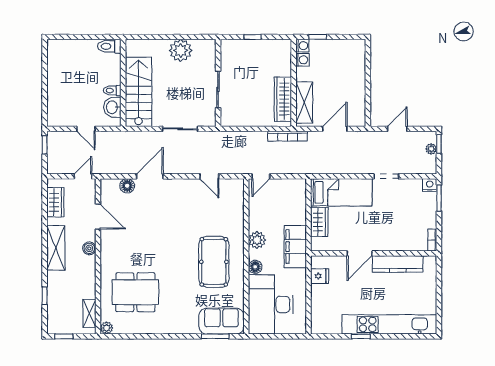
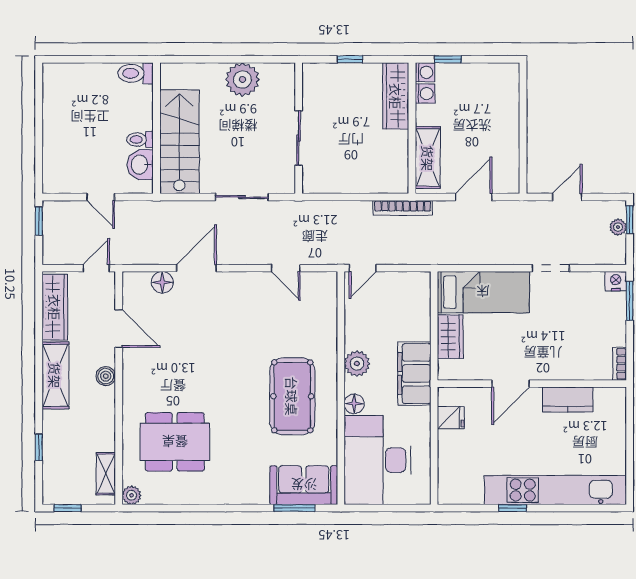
wardrobe: (283, 99) -> (396, 96), moved
wardrobe: (55, 202) -> (55, 307), width x1.50
kitchen counter: (398, 264) -> (568, 400), width x0.67

